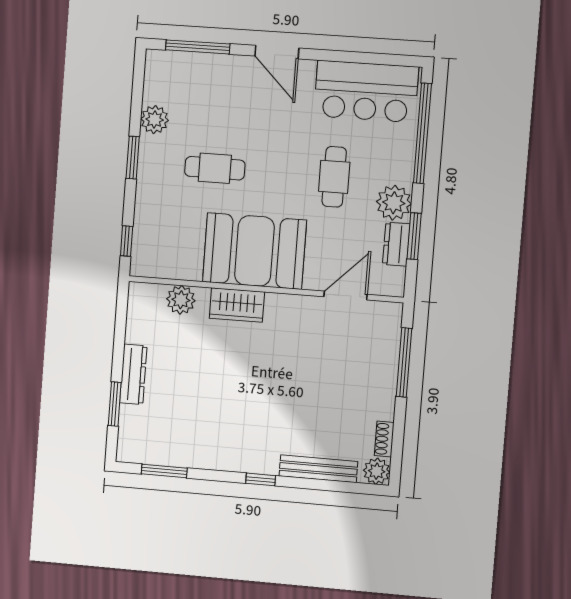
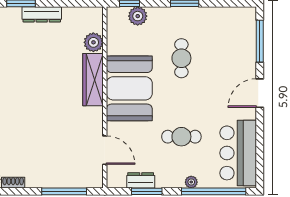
plant: (155, 120) -> (138, 16), moved
plant: (394, 203) -> (191, 182), moved, width x0.53, depth x0.53
wardrobe: (237, 305) -> (93, 80), width x1.50

